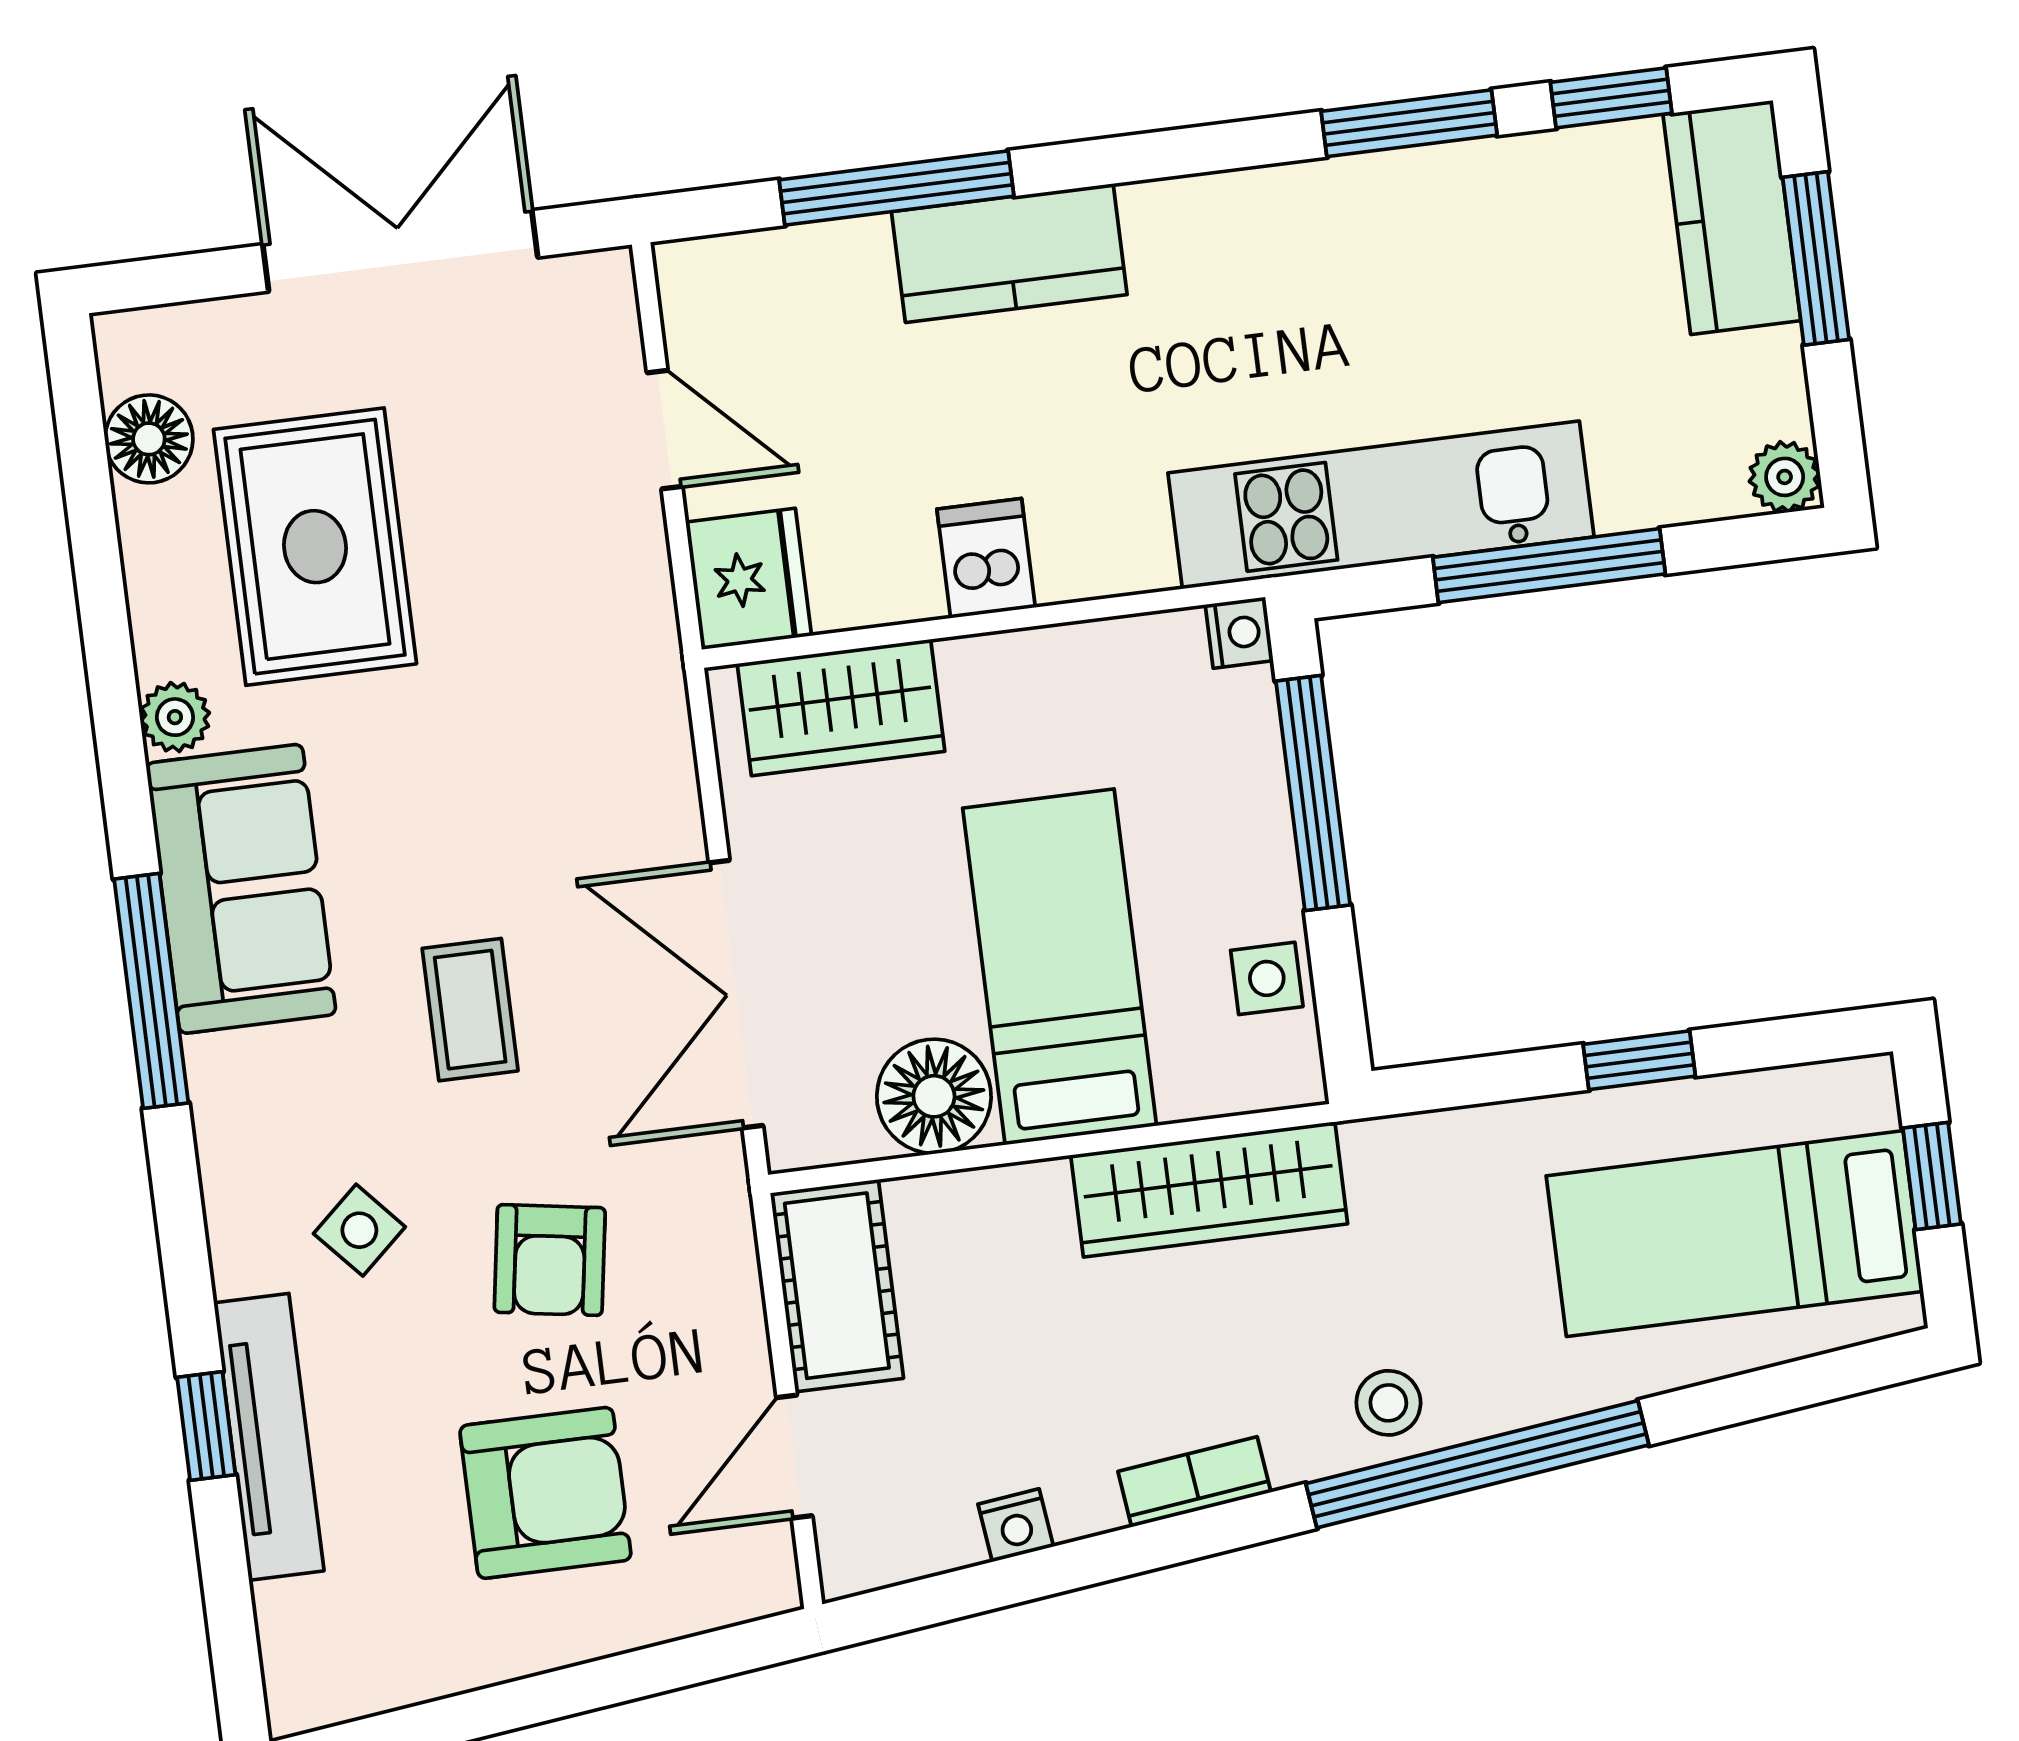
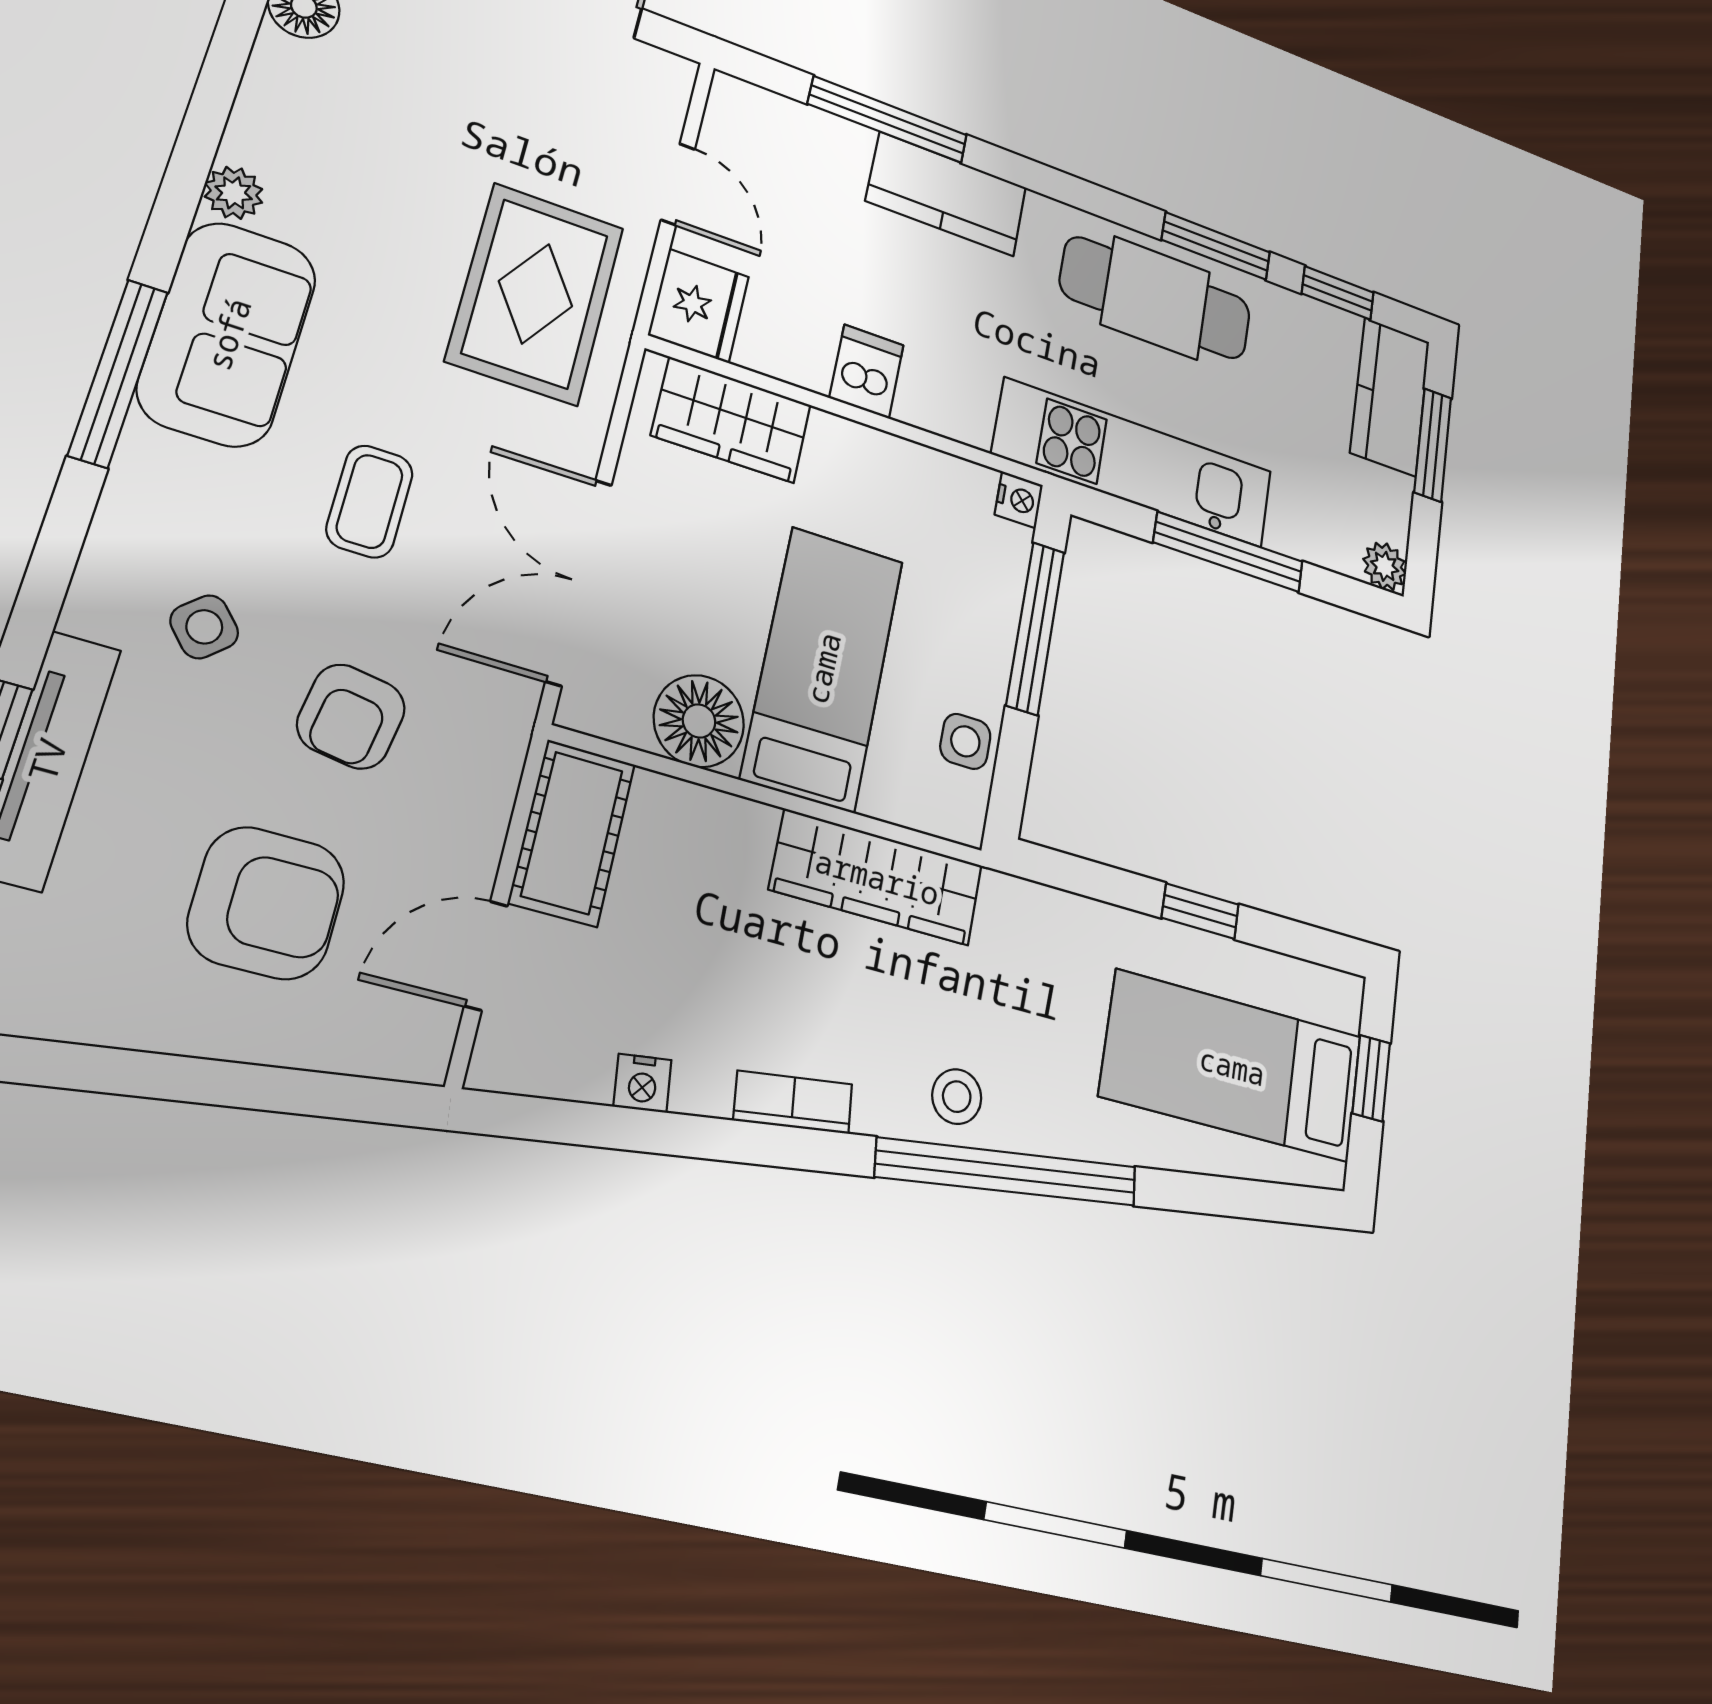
cafe table: (1343, 249) -> (1156, 298), added
rug: (315, 547) -> (536, 294), moved

